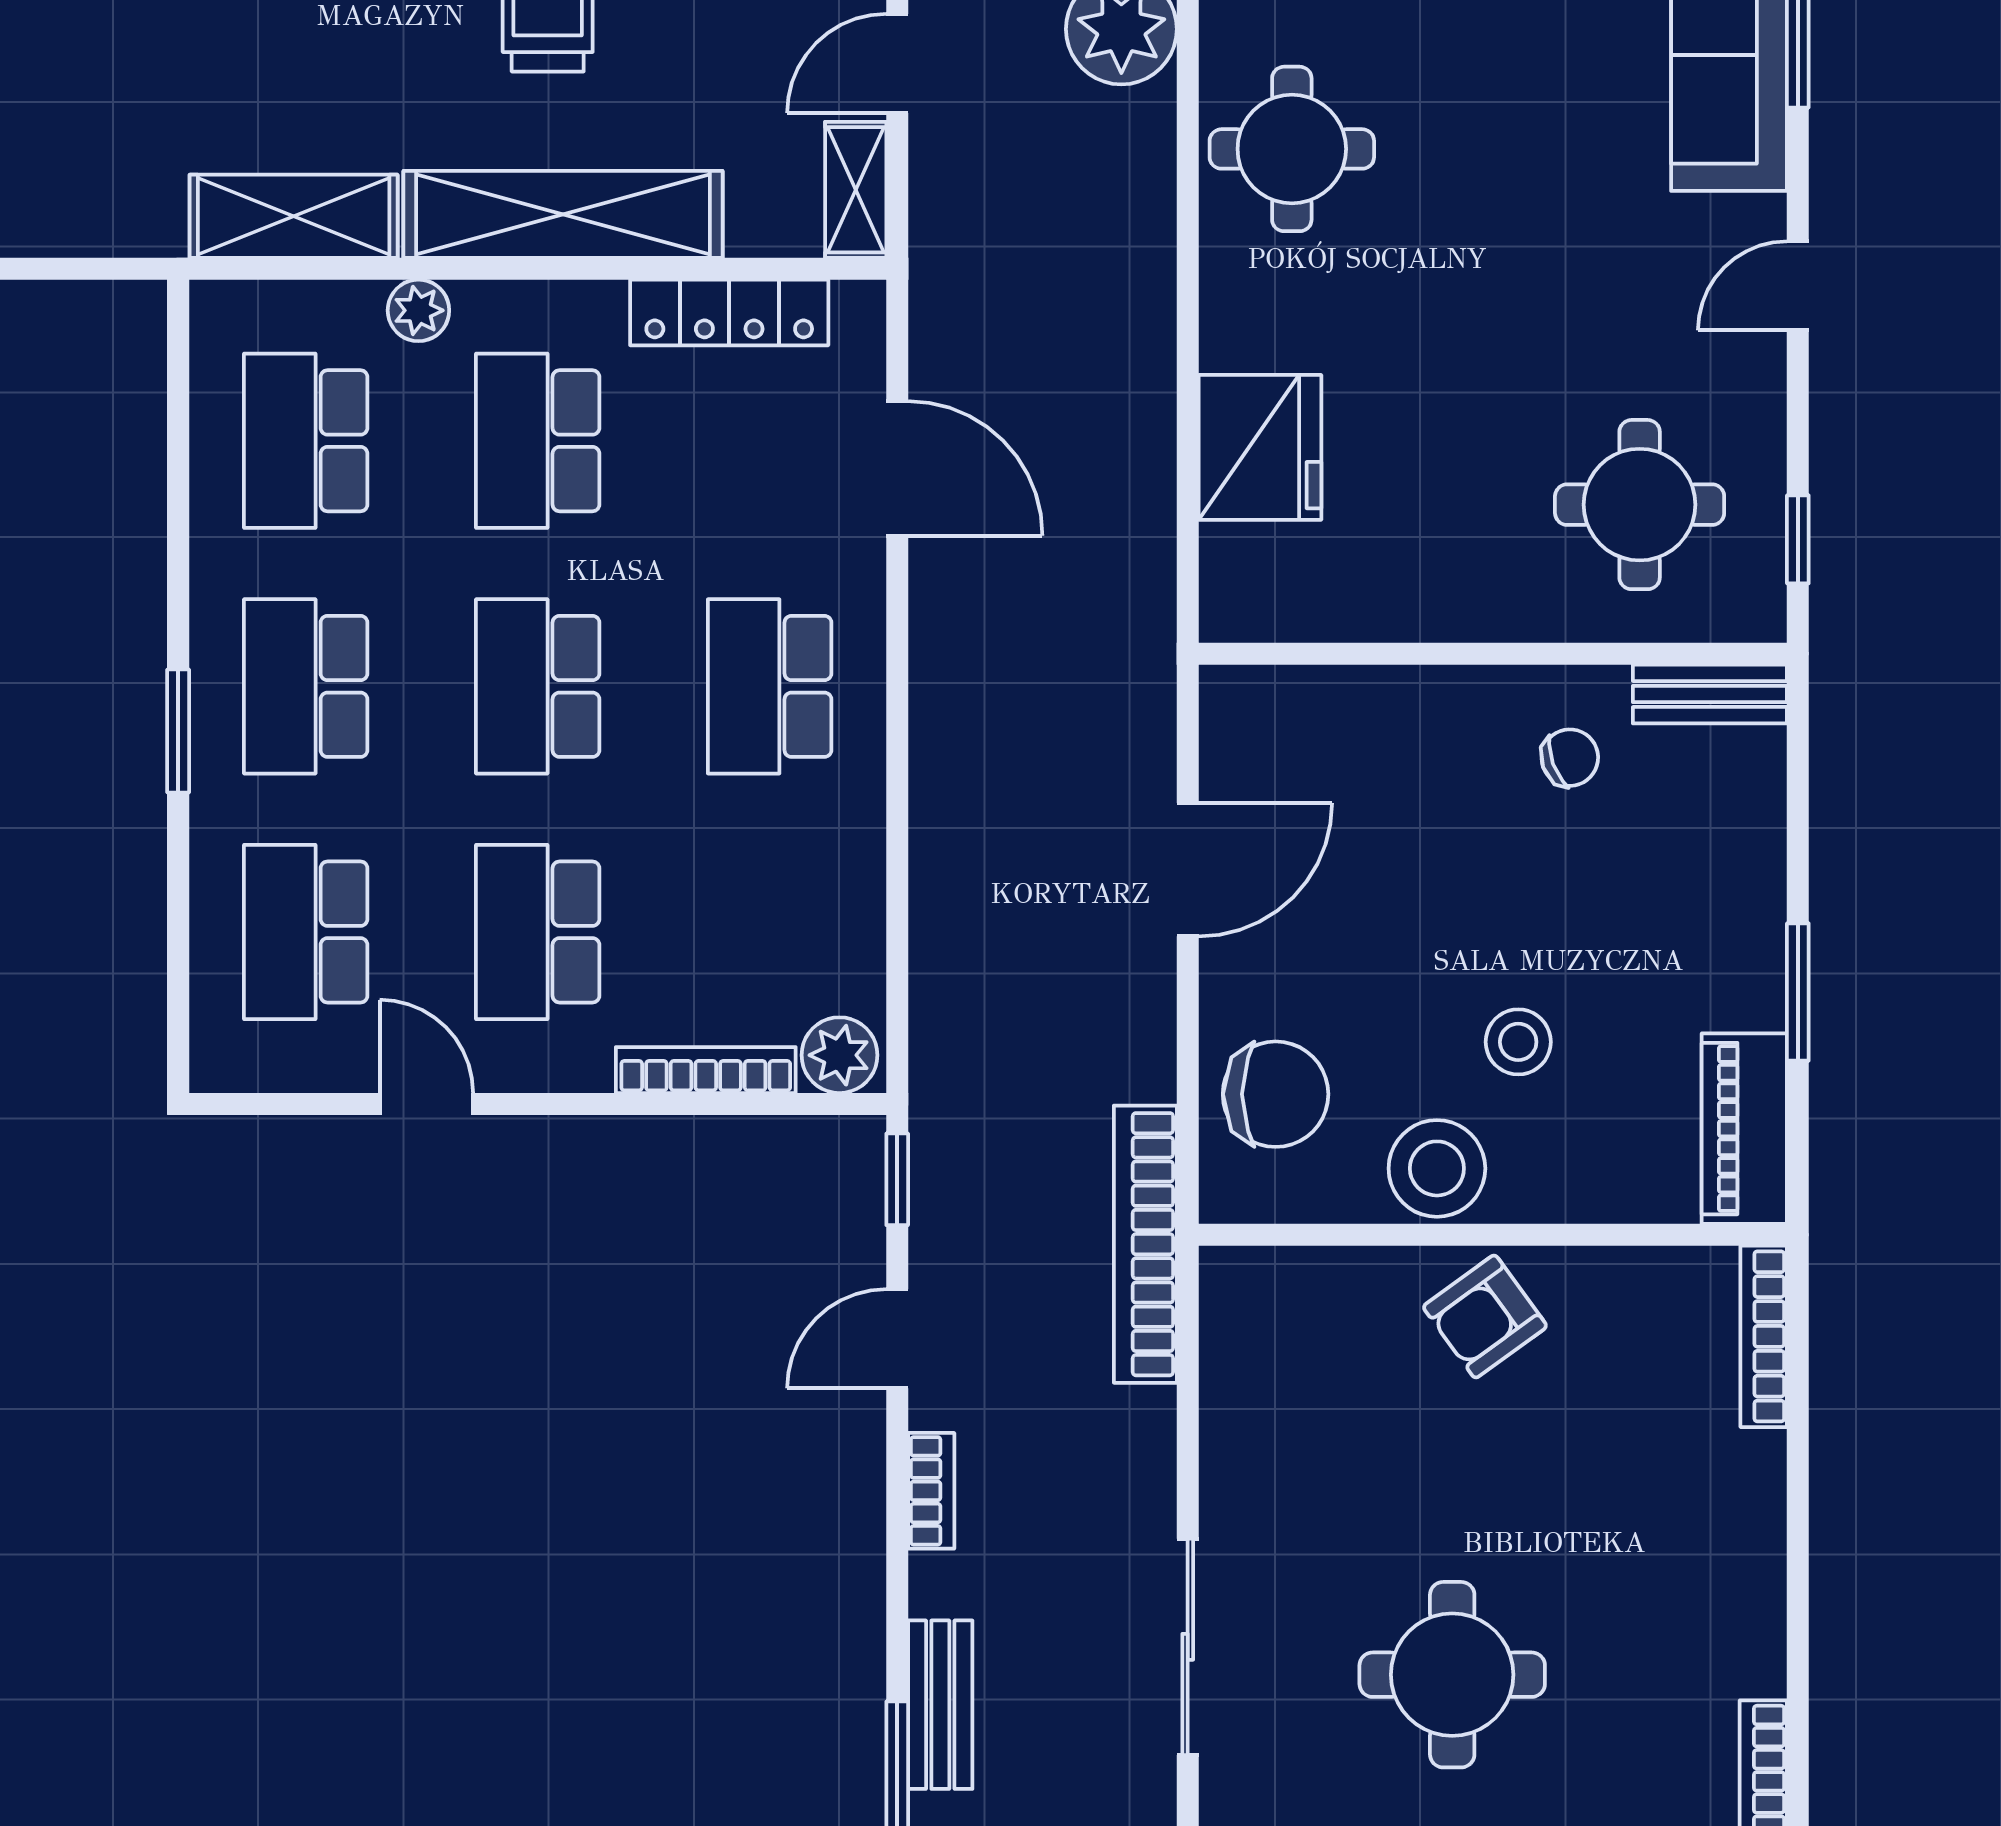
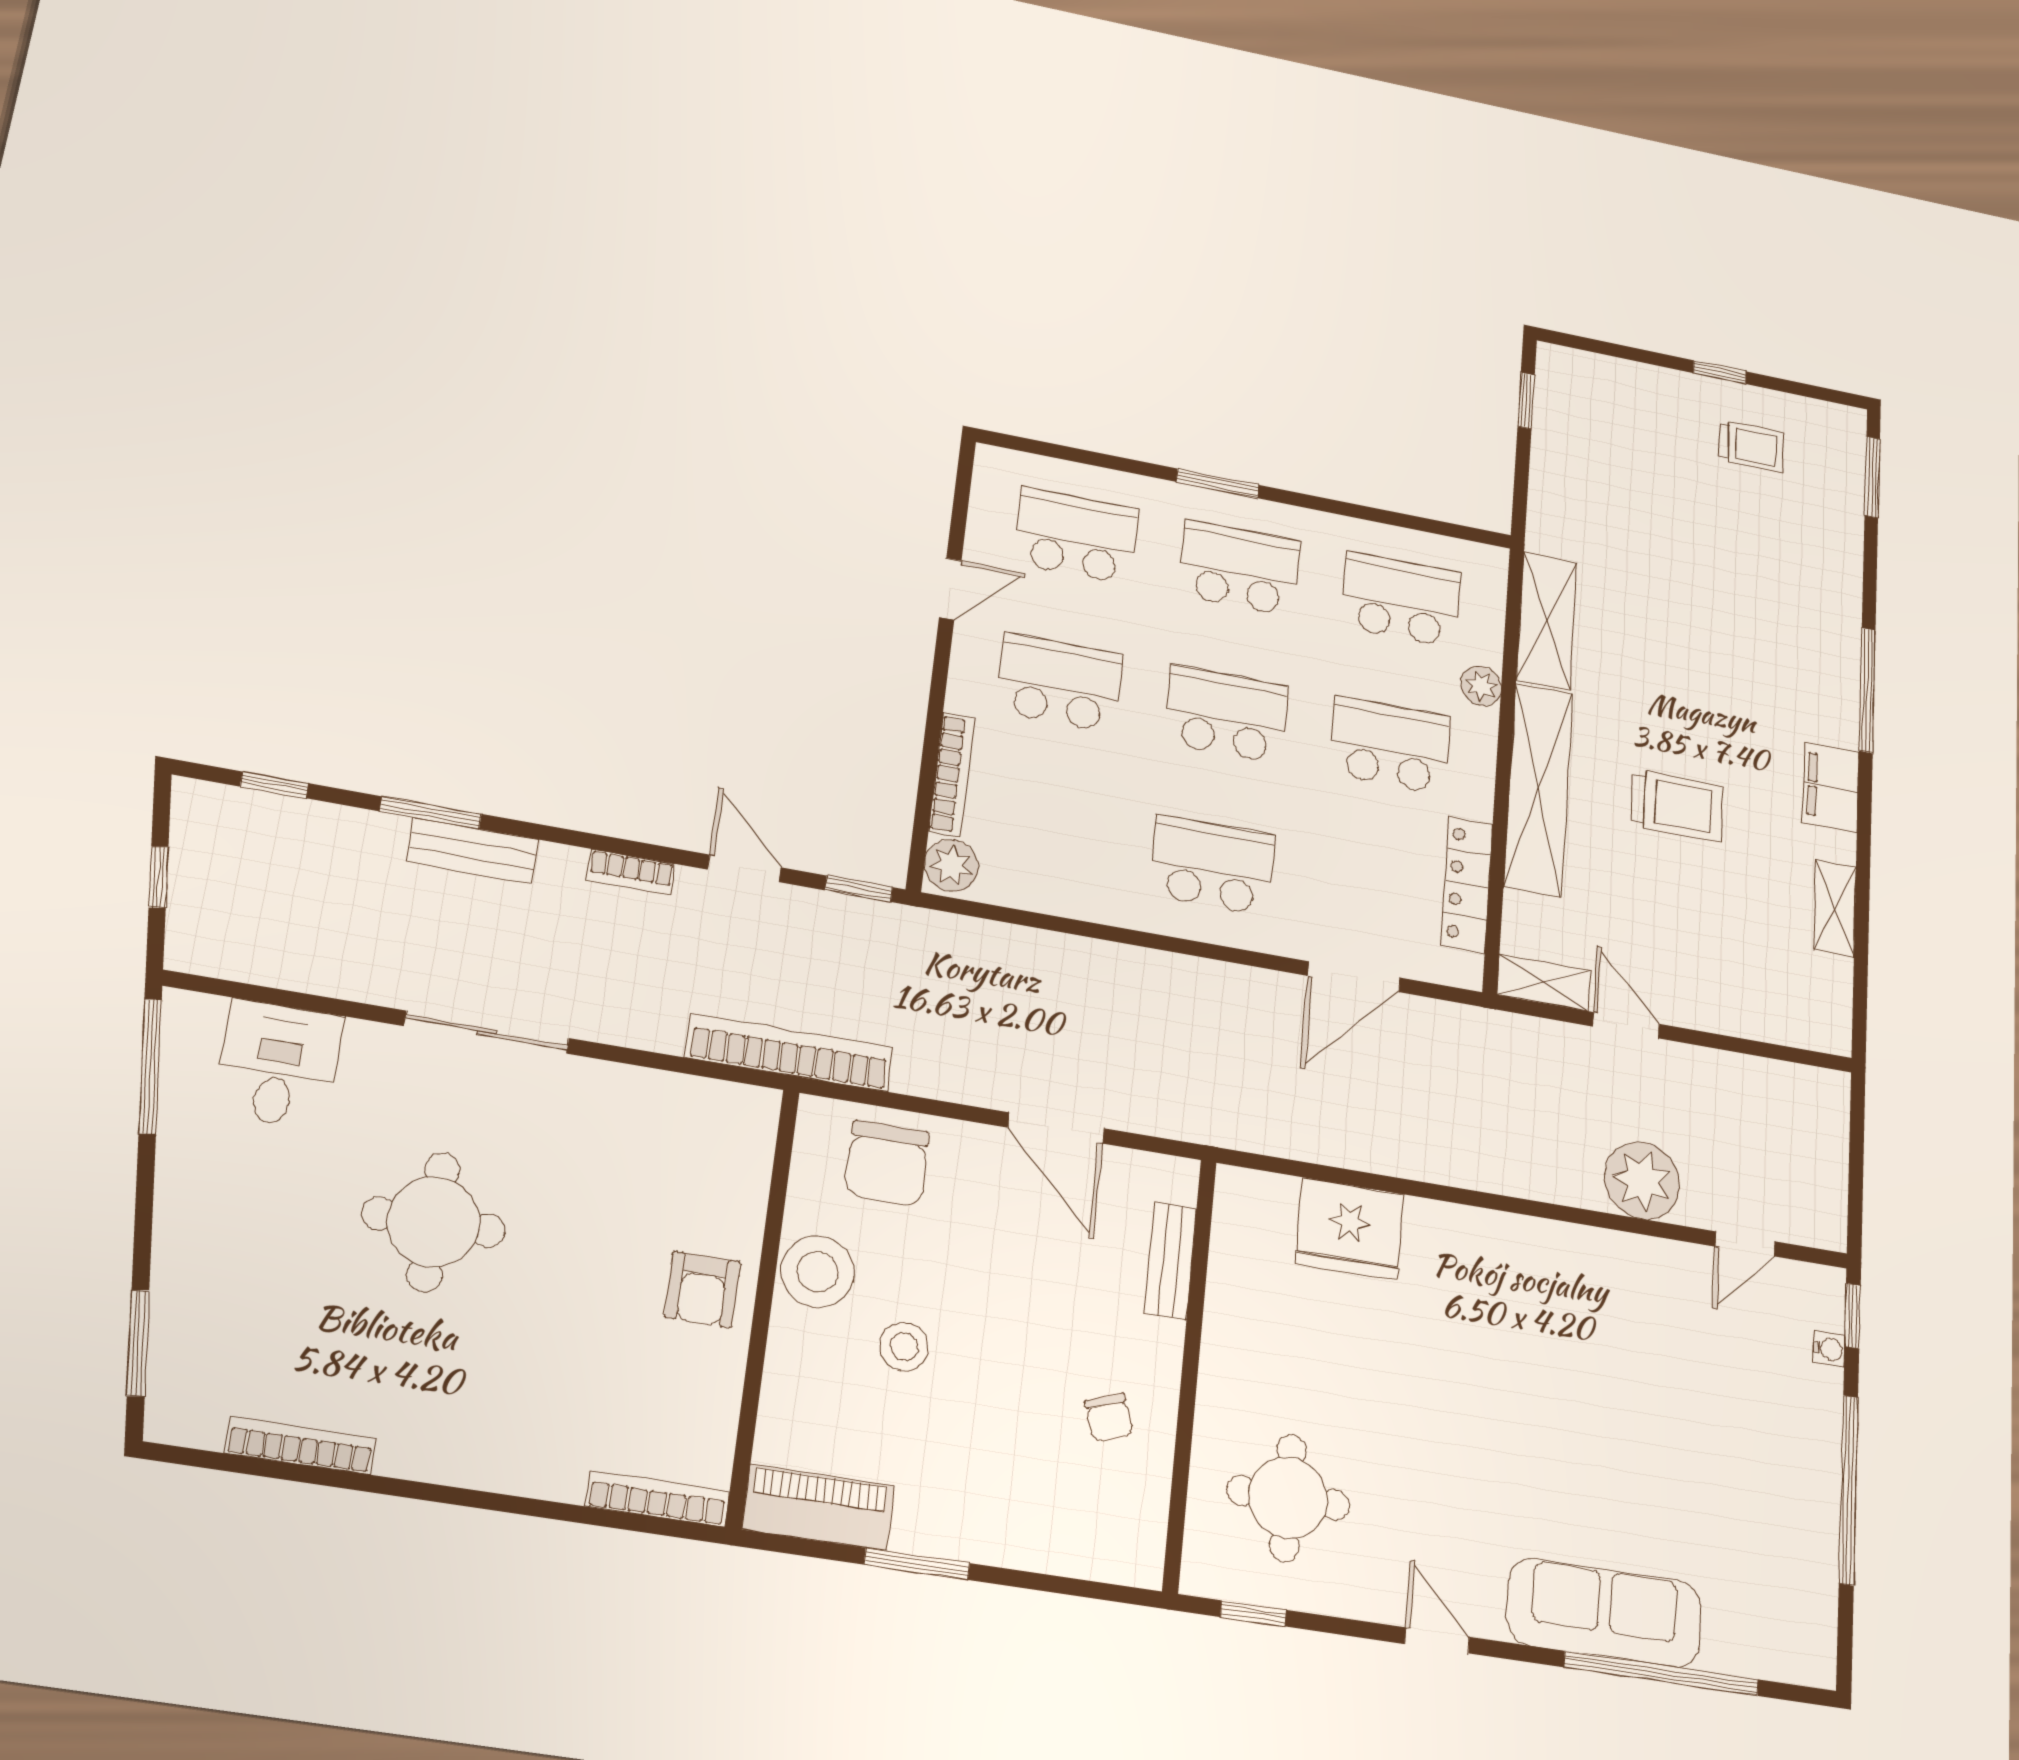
round table: (1292, 149) -> (1555, 1285), removed
bench: (1710, 694) -> (1171, 1261), moved
armchair: (1485, 1317) -> (702, 1290), turned -144

